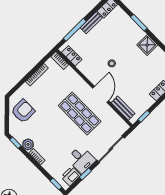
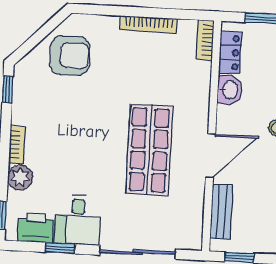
washbasin: (84, 68) -> (230, 90), added
plant: (28, 144) -> (20, 178), moved

